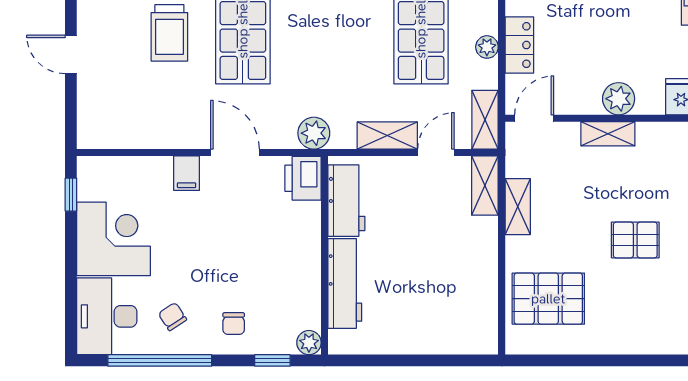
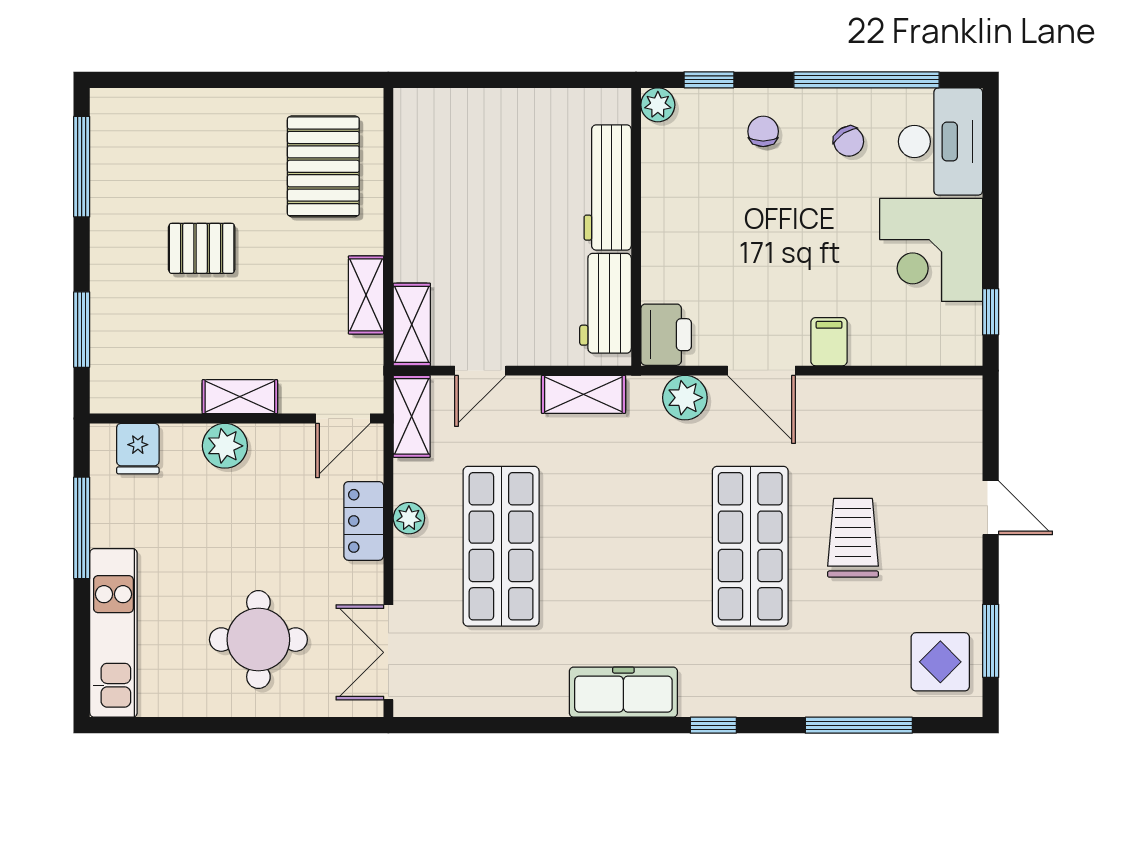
plant: (314, 133) -> (685, 398), moved
shelving: (387, 136) -> (583, 394), moved
pallet: (548, 299) -> (323, 166), turned 90

